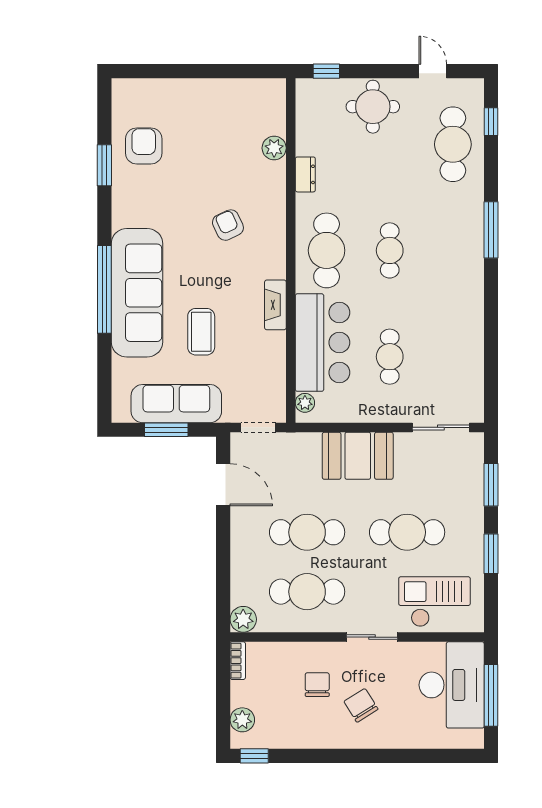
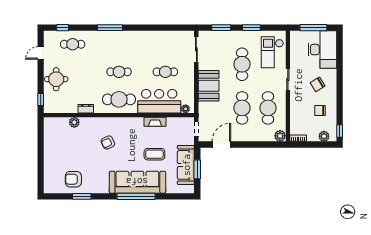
cafe table: (453, 144) -> (73, 44), width x0.73, depth x0.74
fireplace: (275, 305) -> (155, 122), moved
chair: (317, 685) -> (320, 111), moved
desk: (452, 685) -> (322, 50), moved, turned 90

